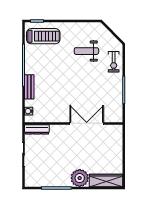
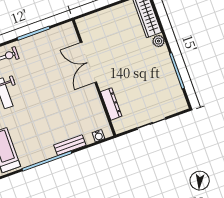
dresser: (37, 129) -> (111, 104), moved
plant: (80, 178) -> (159, 41), width x0.53, depth x0.53

